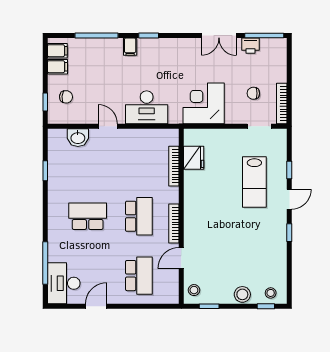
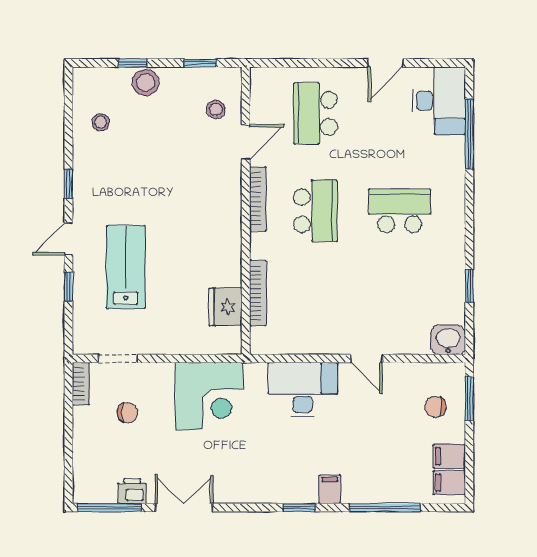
window: (45, 102) -> (469, 398), width x1.50
bookcase: (282, 104) -> (81, 384), width x0.64
washbasin: (78, 138) -> (448, 340), moved
school desk: (88, 216) -> (400, 211), turned 180
school desk: (139, 216) -> (315, 211), turned 180
stool: (194, 290) -> (216, 110), moved
stool: (271, 293) -> (101, 122), moved
window: (266, 306) -> (132, 63), moved

